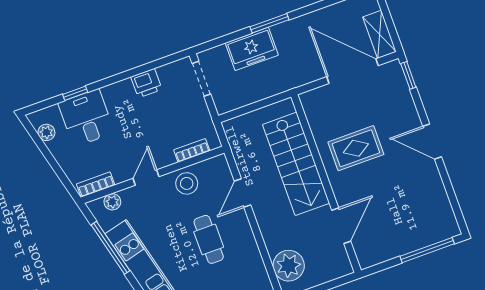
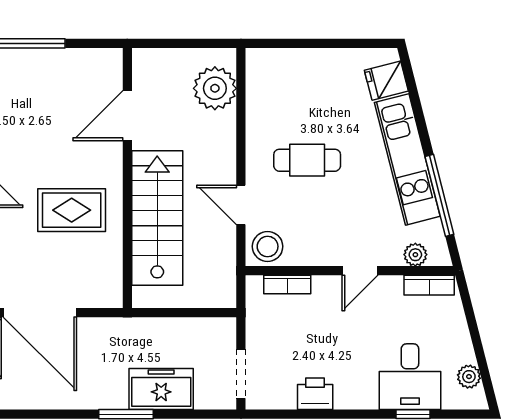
stool: (187, 183) -> (268, 246), moved
door: (243, 193) -> (241, 205), swing flipped
cafe table: (209, 239) -> (307, 160), turned 90

